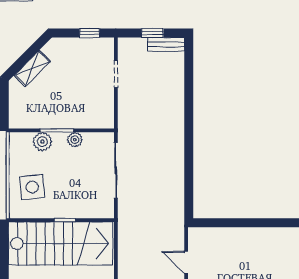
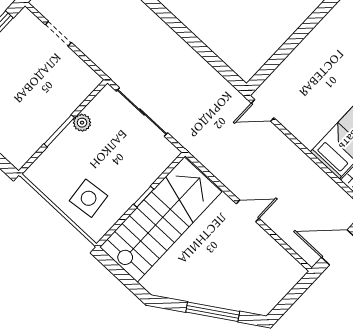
plant: (42, 142) -> (57, 152), removed
door: (186, 263) -> (263, 110), moved

